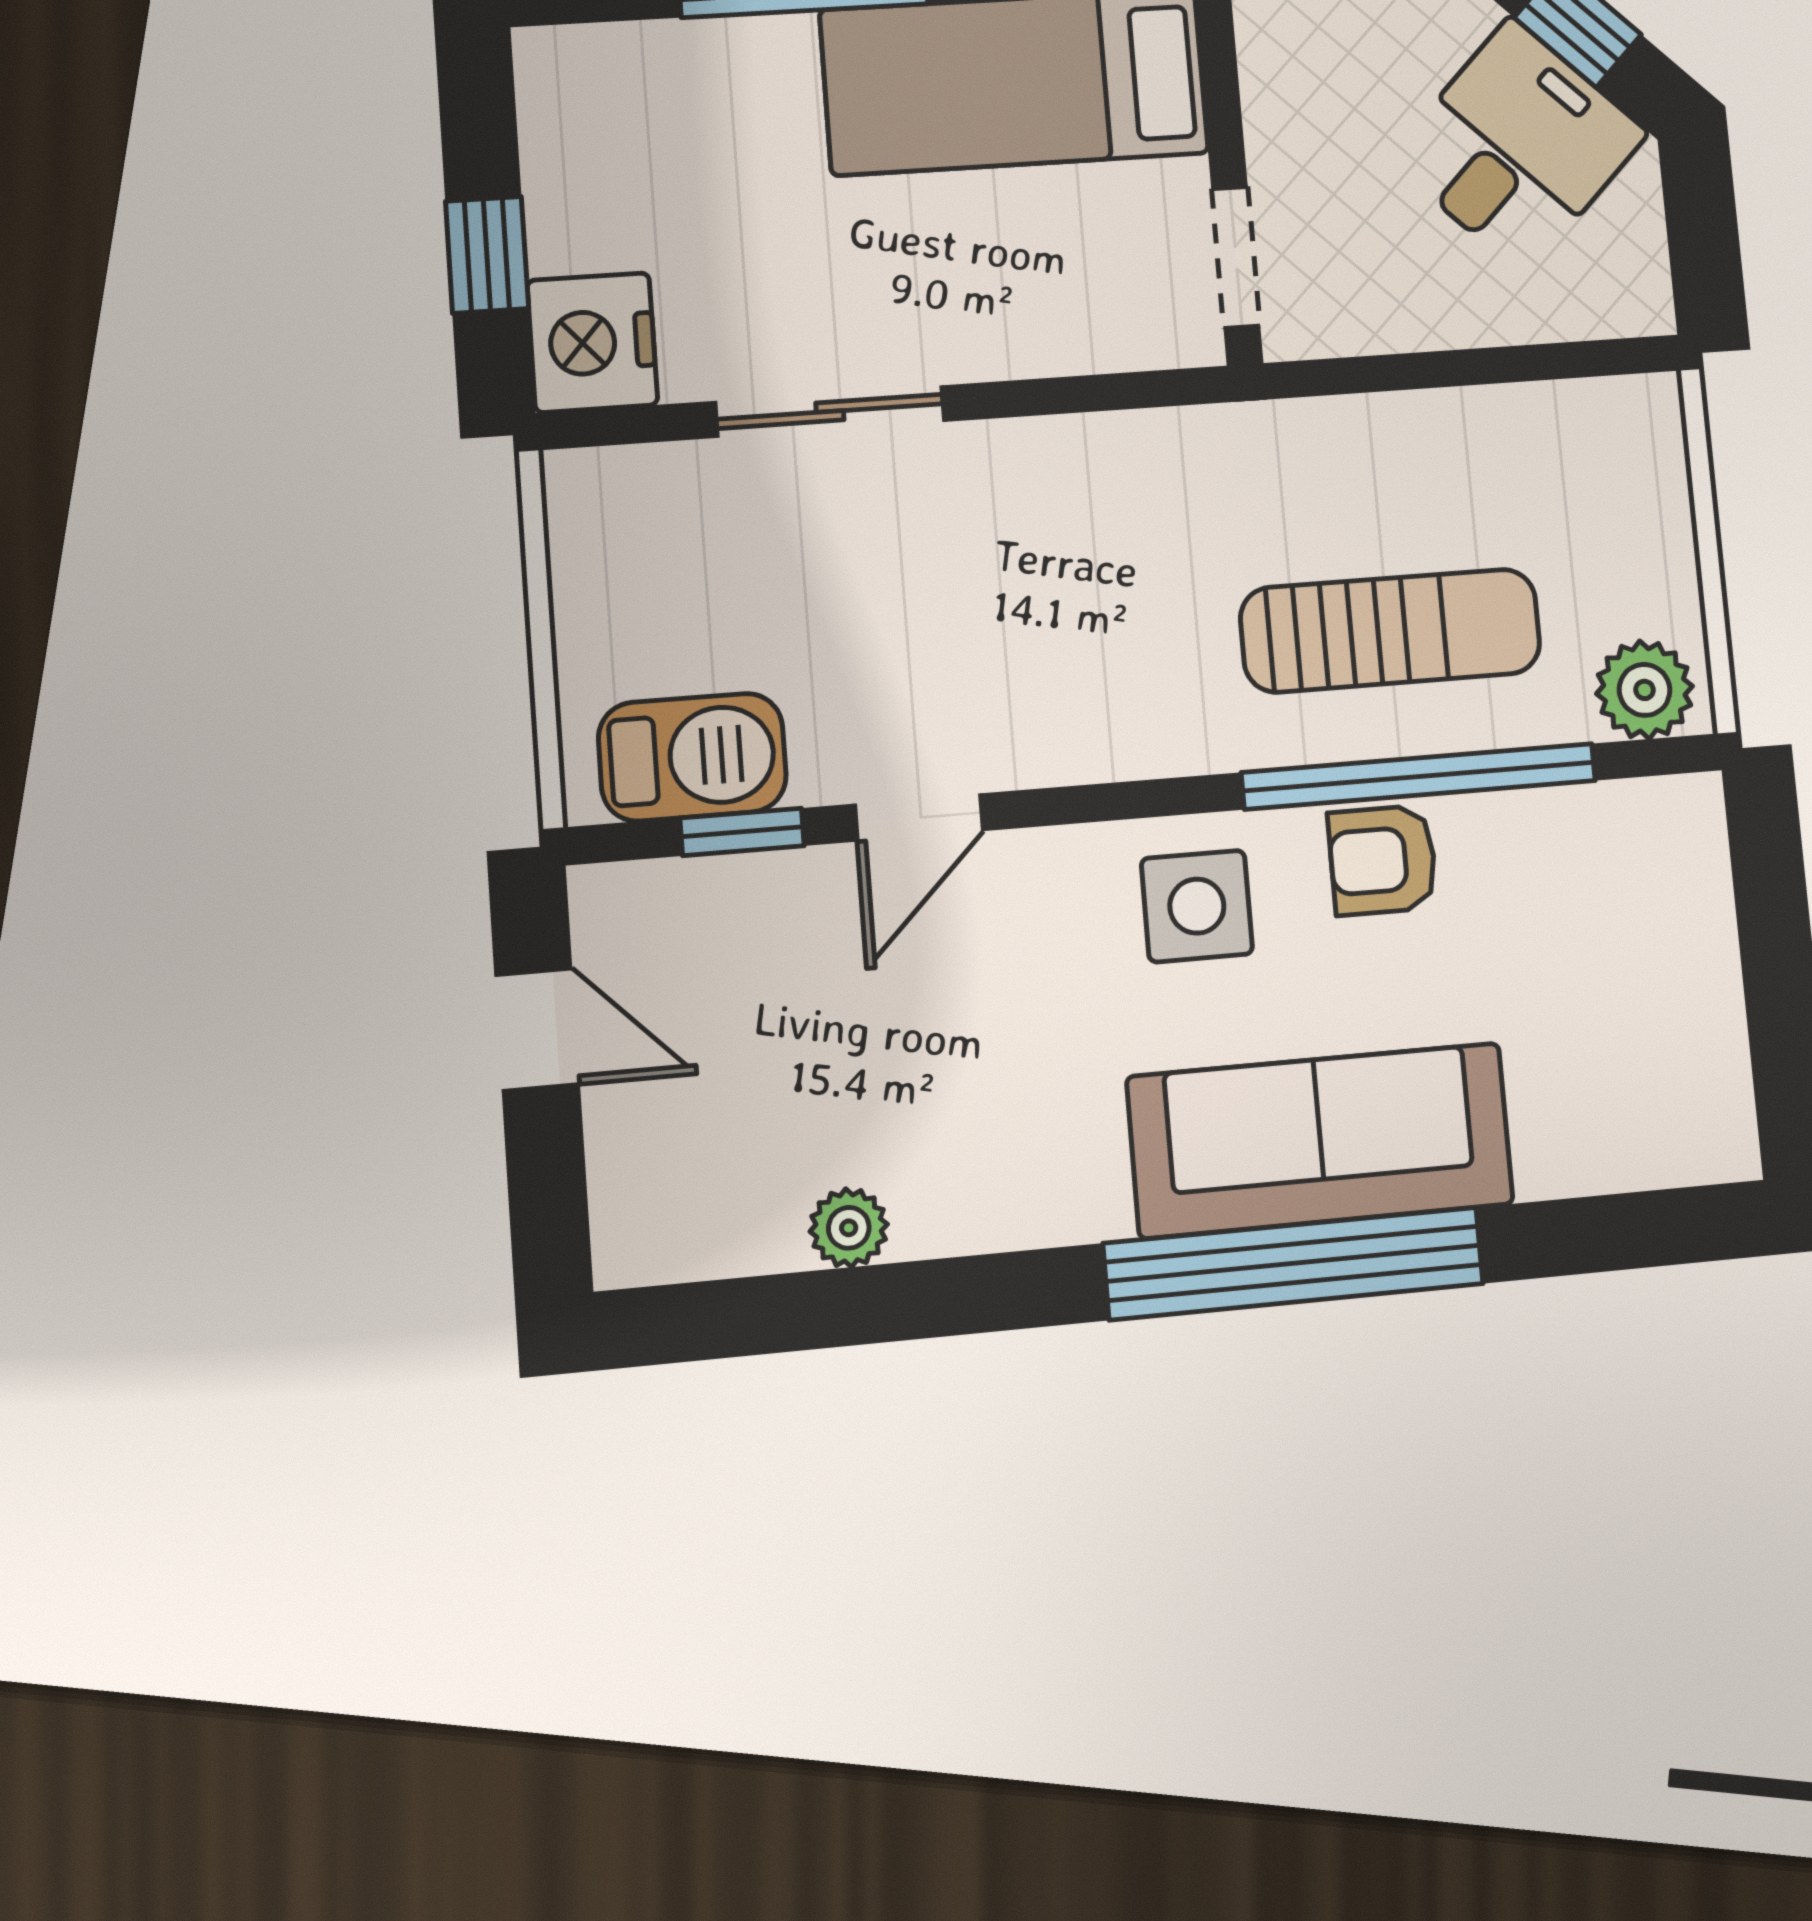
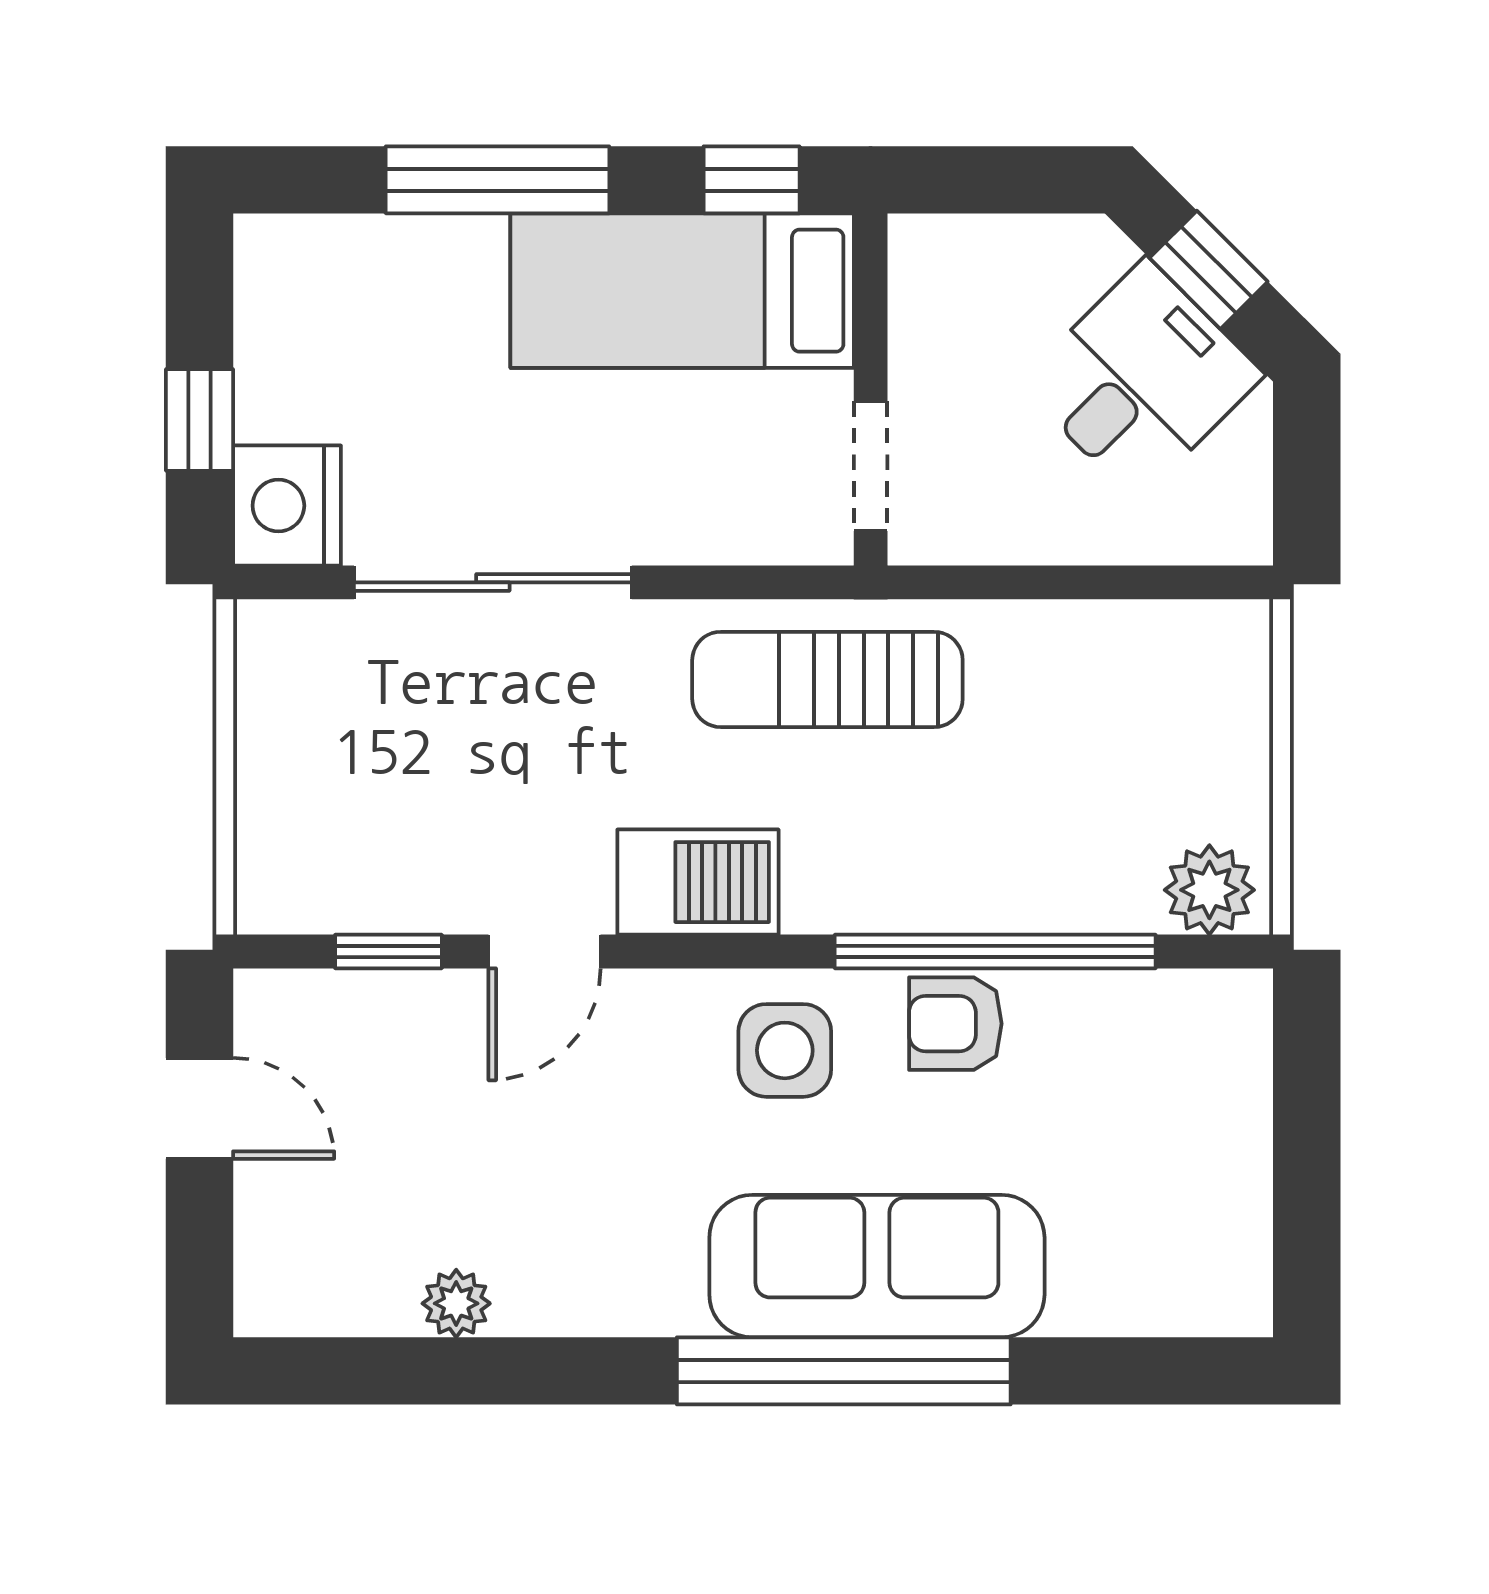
sliding door: (830, 411) -> (493, 582), width x1.37
sun lounger: (1391, 631) -> (827, 679), moved, turned 180
barbecue: (692, 757) -> (698, 882), moved

